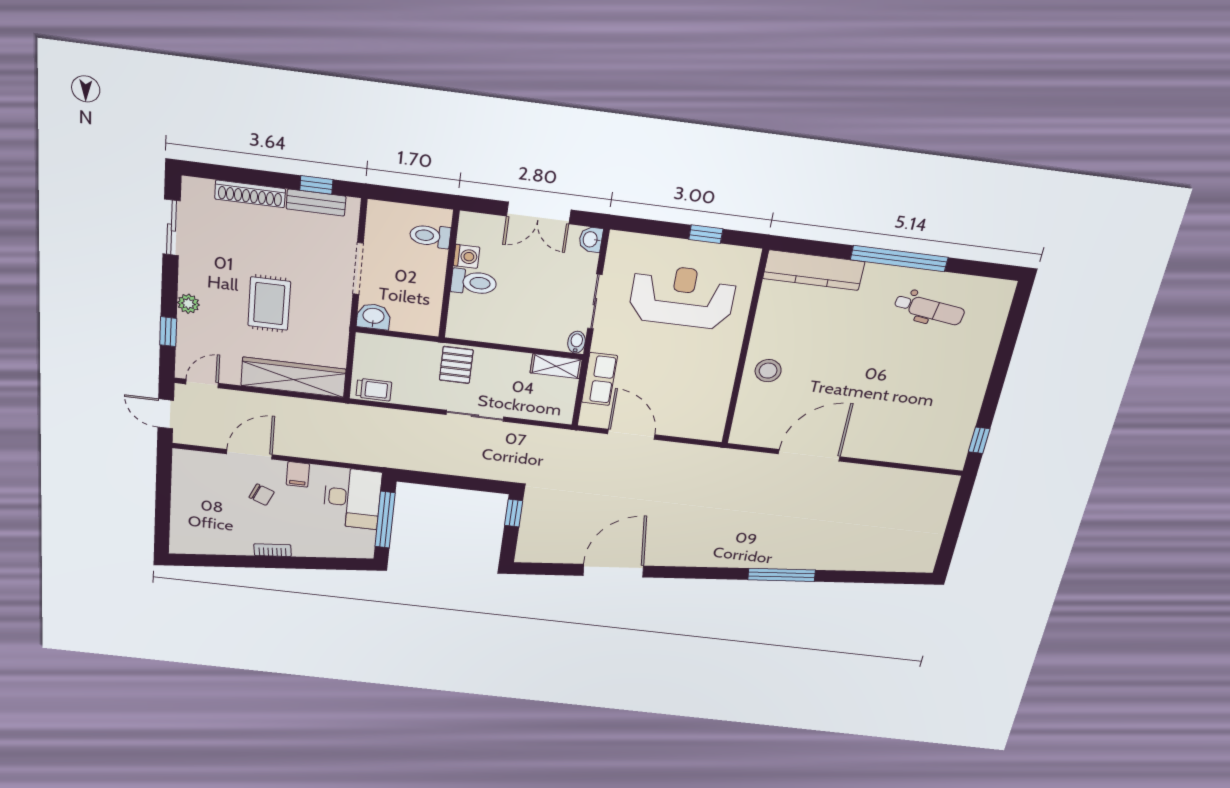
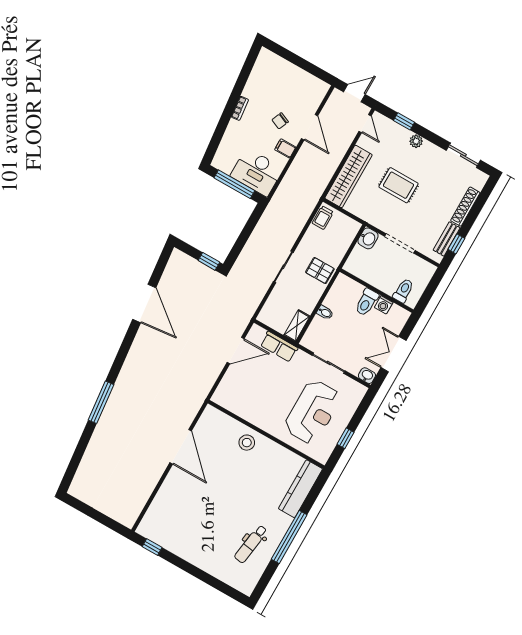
bidet: (576, 342) -> (325, 313), moved

